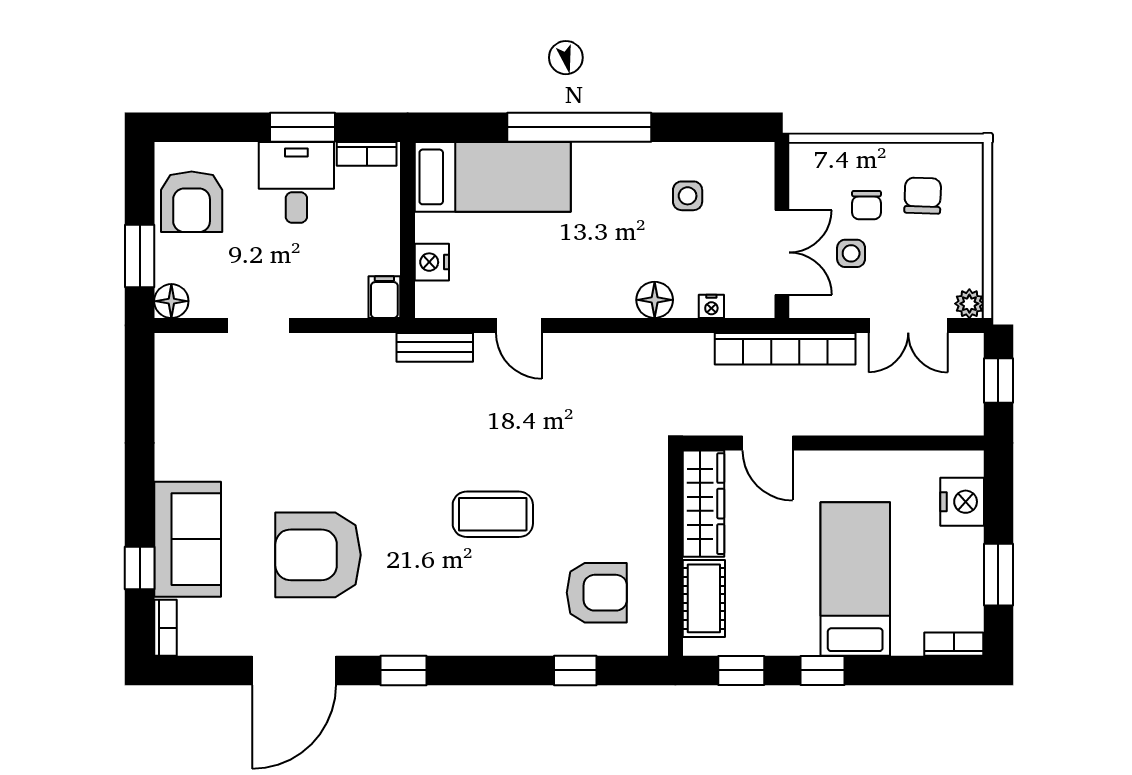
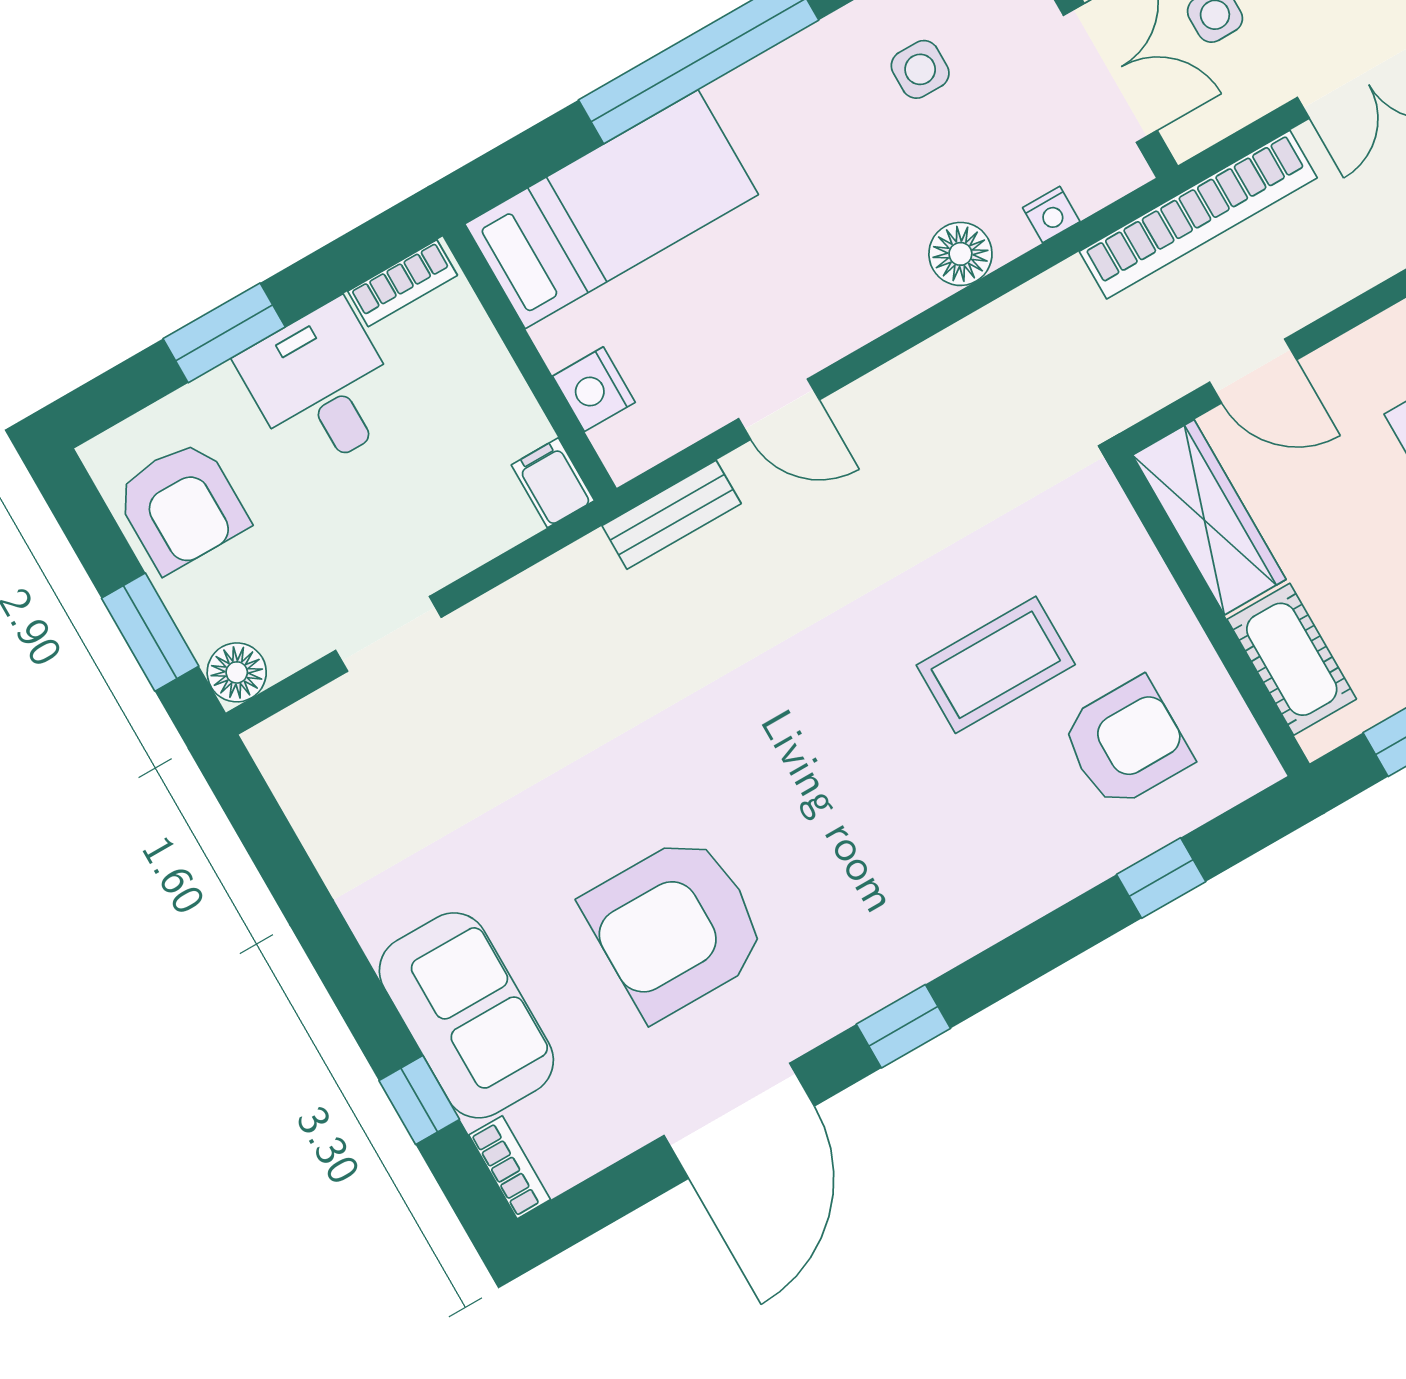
window: (302, 127) -> (224, 333), moved
coffee table: (493, 514) -> (996, 665), moved

